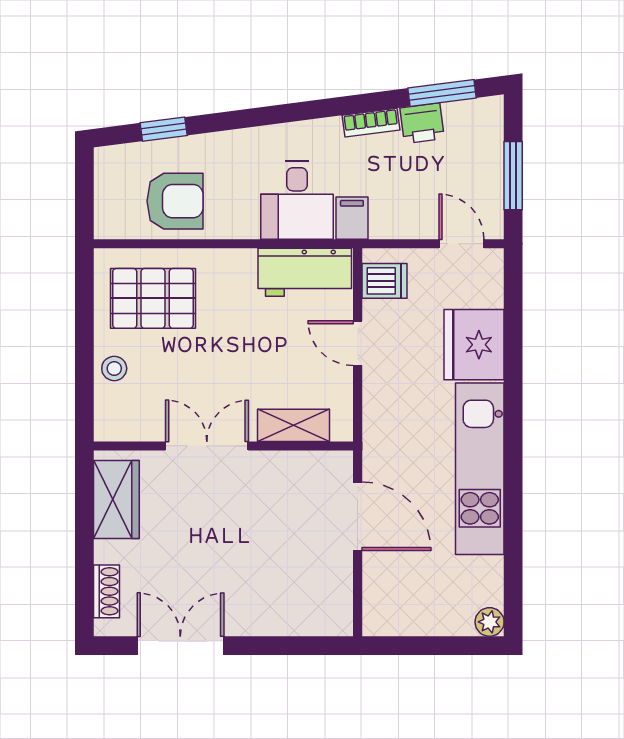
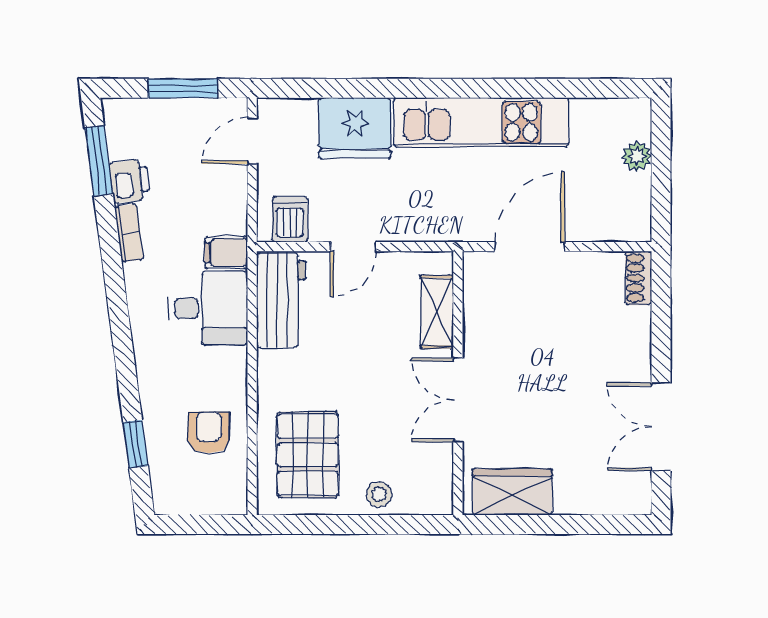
armchair: (175, 201) -> (209, 432), width x0.72, depth x0.72
shoe rack: (106, 591) -> (639, 278), moved, turned -90
plant: (490, 622) -> (637, 156), moved

